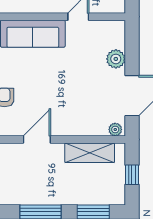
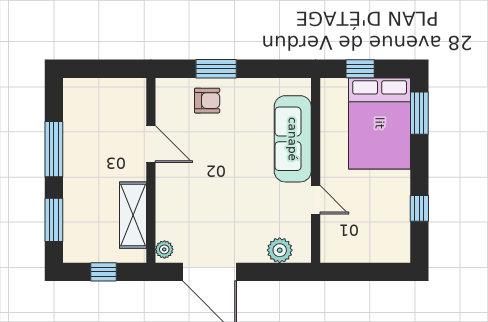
plant: (116, 59) -> (280, 250), moved

